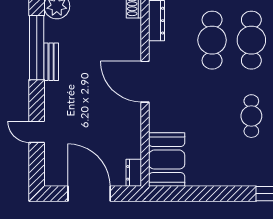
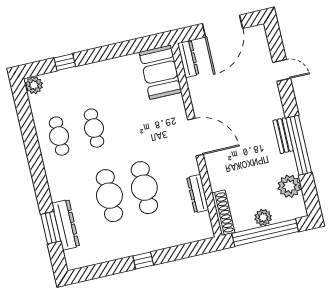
dresser: (134, 173) -> (188, 59), width x1.44
door: (89, 194) -> (223, 26), hinge flipped

